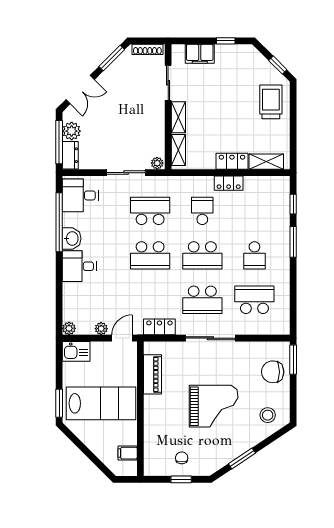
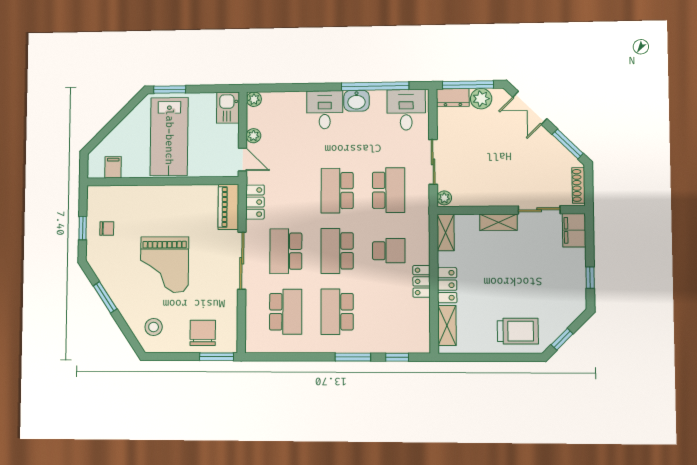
filing cabinet: (200, 54) -> (574, 230), moved
shelving: (178, 150) -> (446, 233), moved, turned 90
school desk: (254, 255) -> (337, 312), width x1.85
piano: (153, 374) -> (228, 207), moved, turned 90

